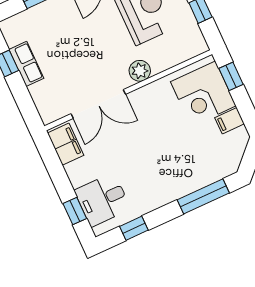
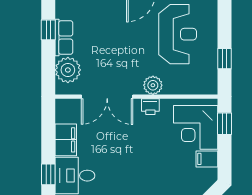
printer: (147, 94) -> (150, 107), added
plant: (46, 95) -> (68, 70), added
filing cabinet: (66, 144) -> (66, 140), moved

